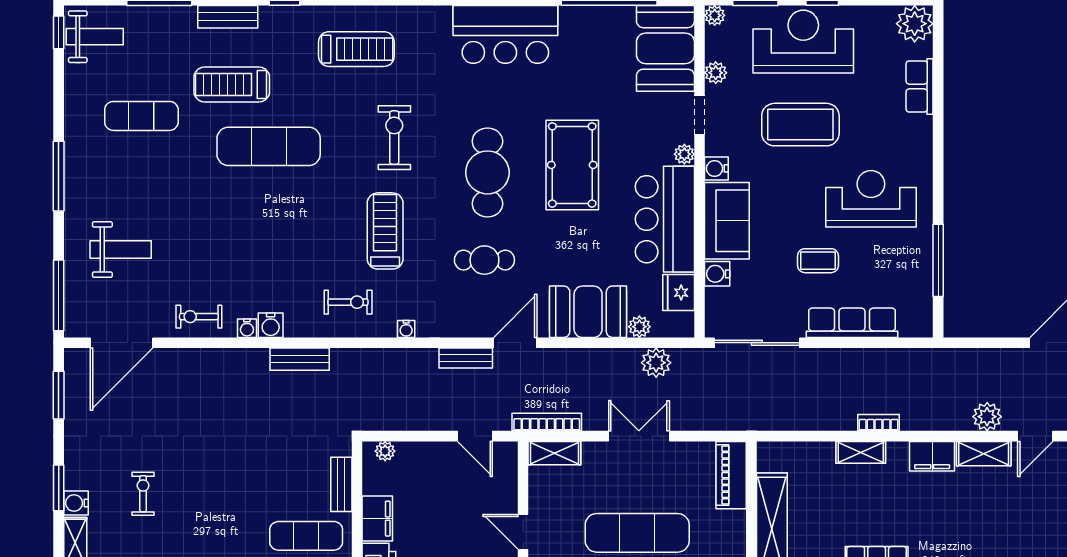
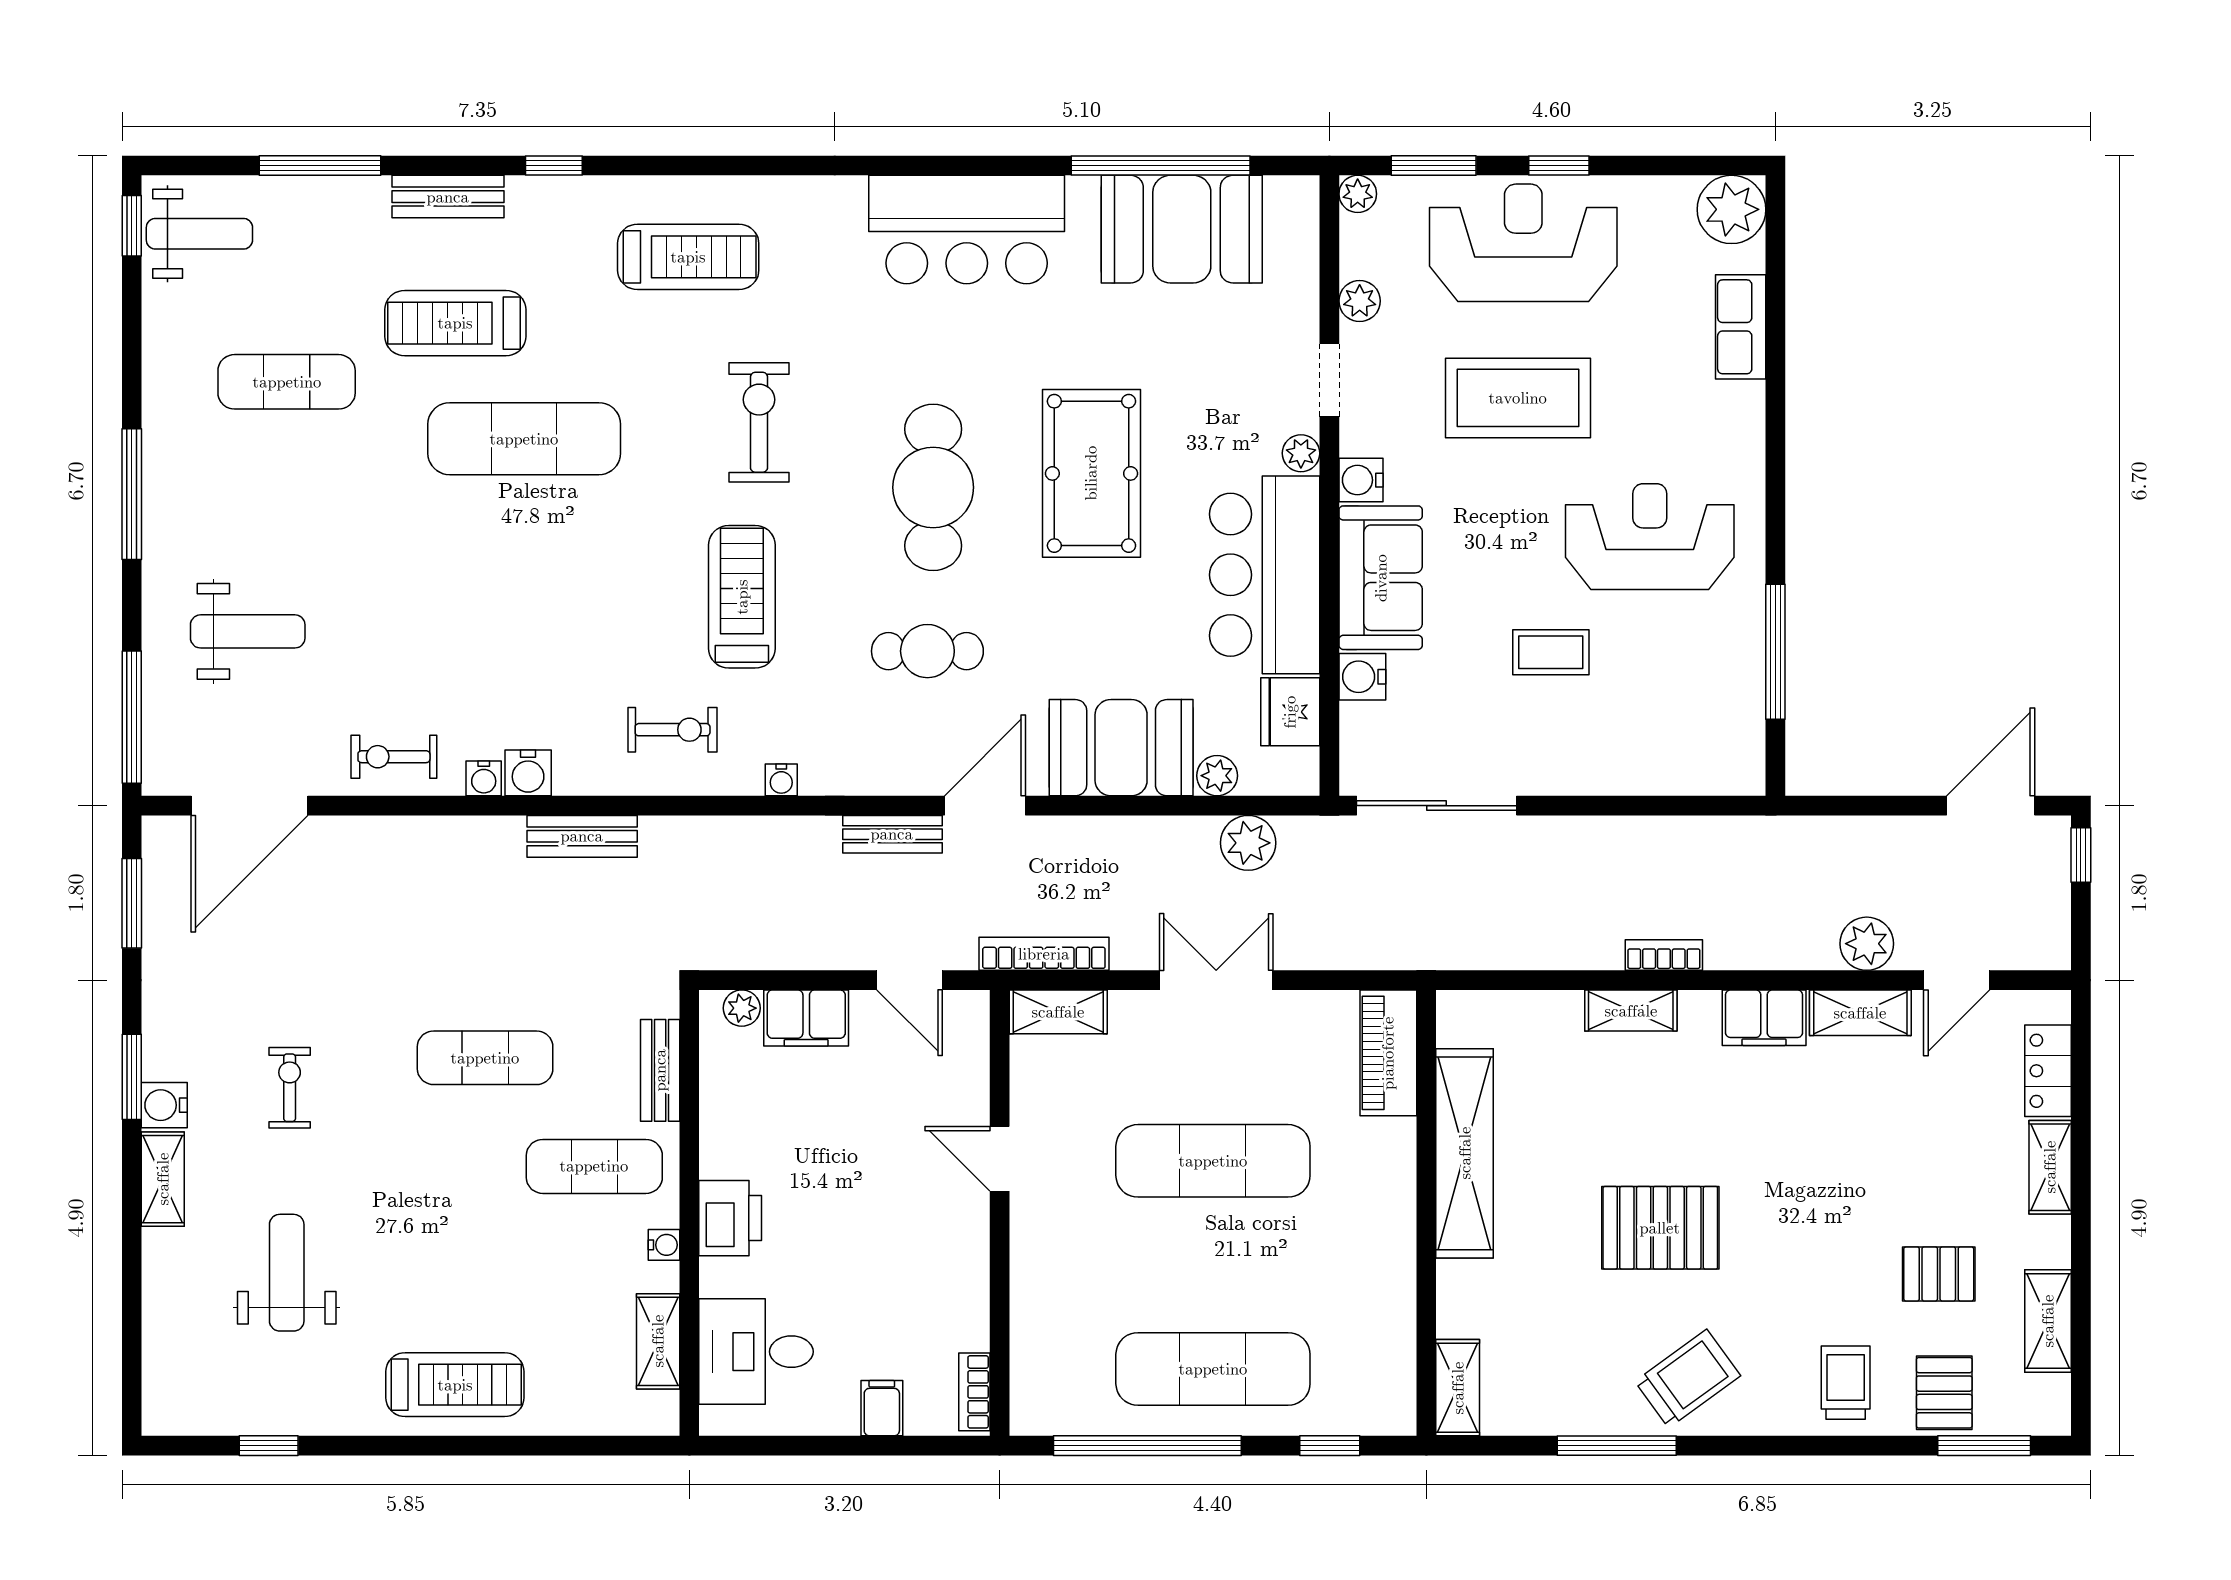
booth: (665, 48) -> (1182, 229), moved, turned 90
row of seats: (852, 323) -> (1614, 768), removed
exercise mat: (248, 478) -> (485, 1058), added
filing cabinet: (377, 519) -> (806, 1018), moved, turned 90

